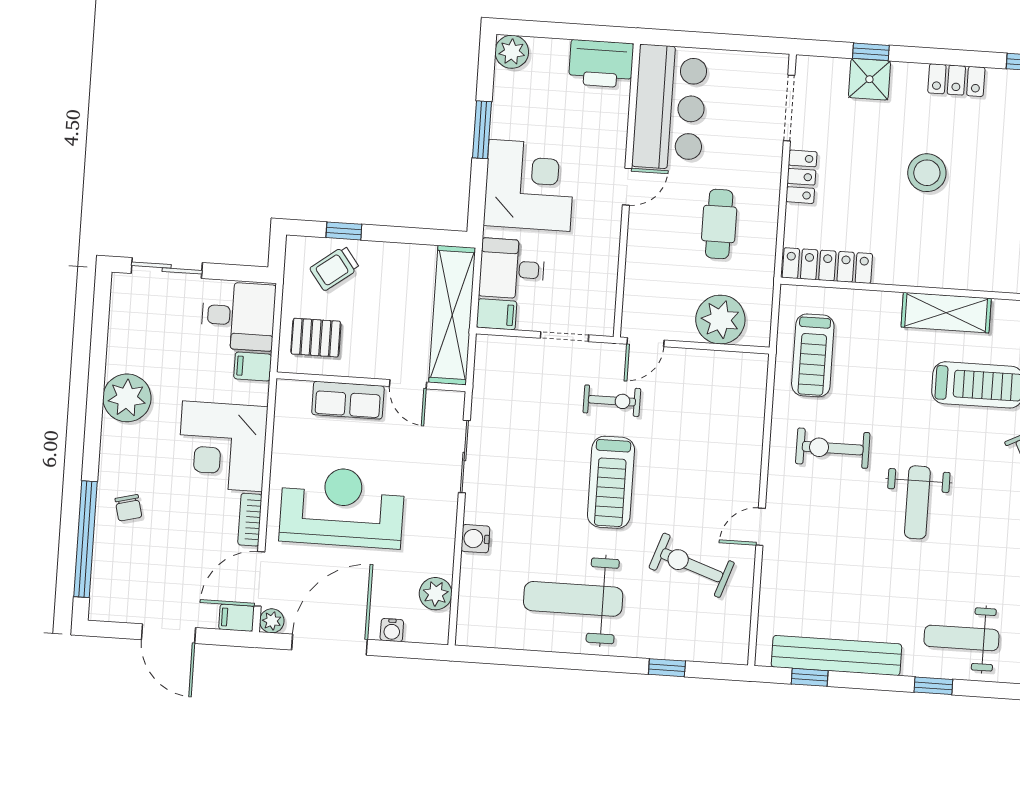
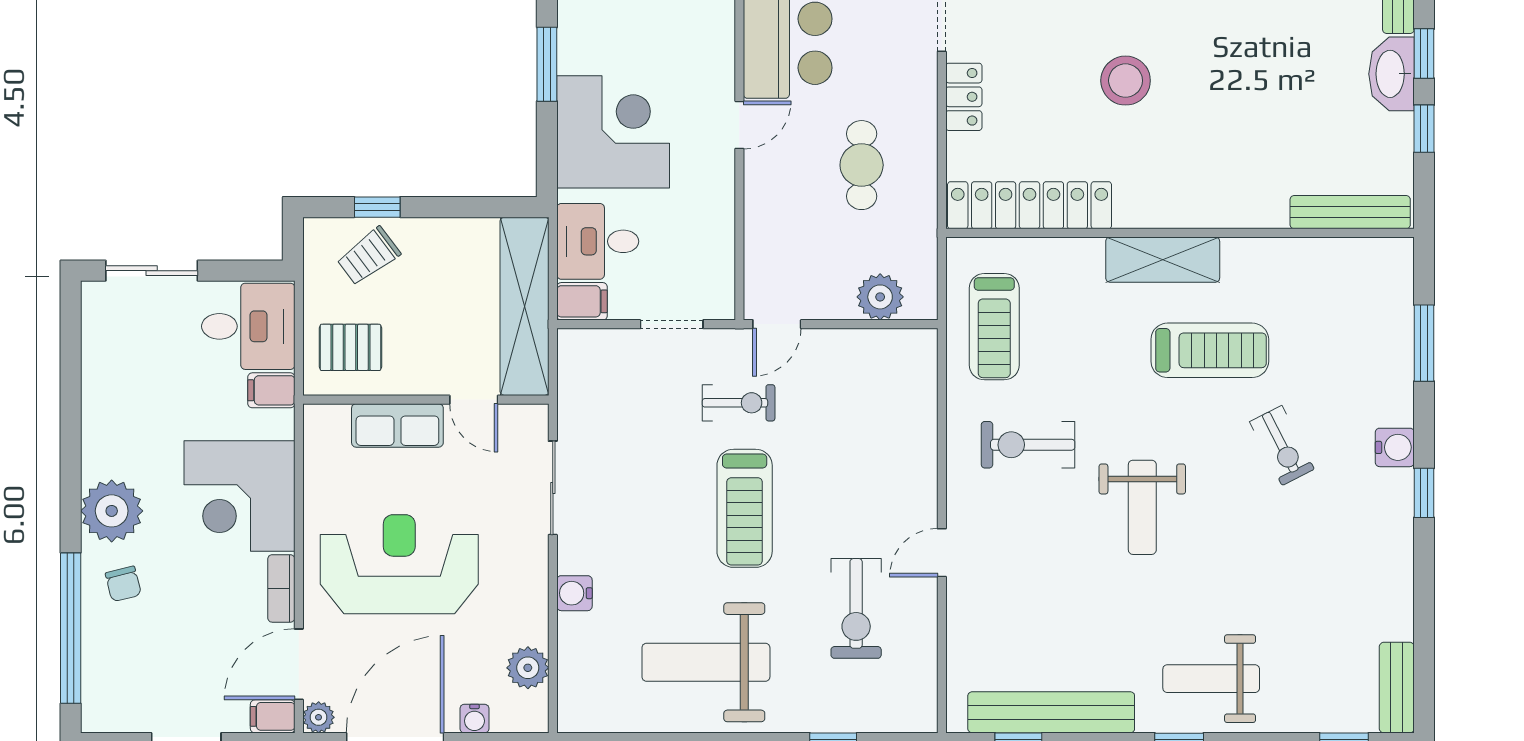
locker: (827, 266) -> (1030, 205), width x1.41, depth x1.21
plant: (720, 320) -> (880, 297), width x0.73, depth x0.73
plant: (127, 398) -> (112, 511), moved
exercise bike: (692, 565) -> (856, 608), turned -109

